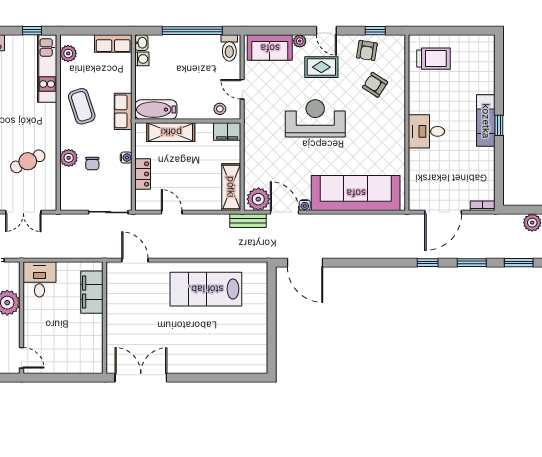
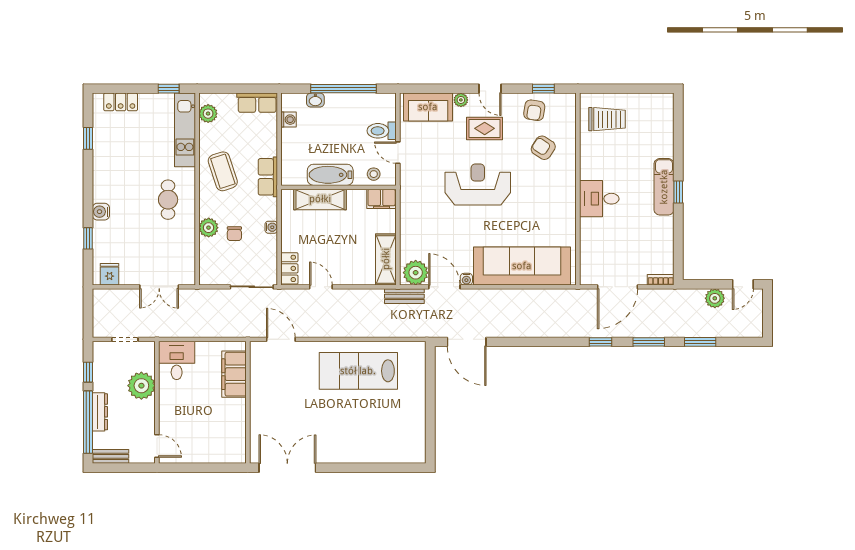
washbasin: (141, 43) -> (315, 100), moved, turned 90
toilet: (229, 48) -> (382, 131), moved, turned 90
bathtub: (156, 110) -> (330, 175), moved
cafe table: (28, 161) -> (168, 200), moved, turned -64
locker: (143, 174) -> (289, 268), moved

